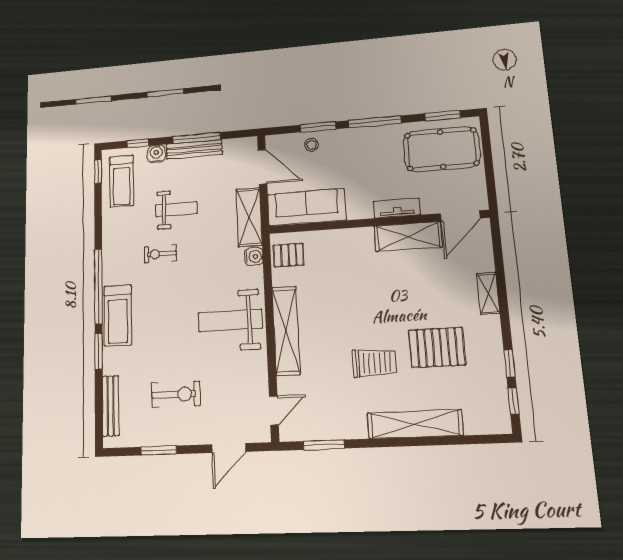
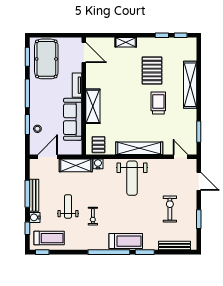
sofa: (307, 207) -> (73, 119), moved
shelving: (408, 237) -> (93, 106), moved

